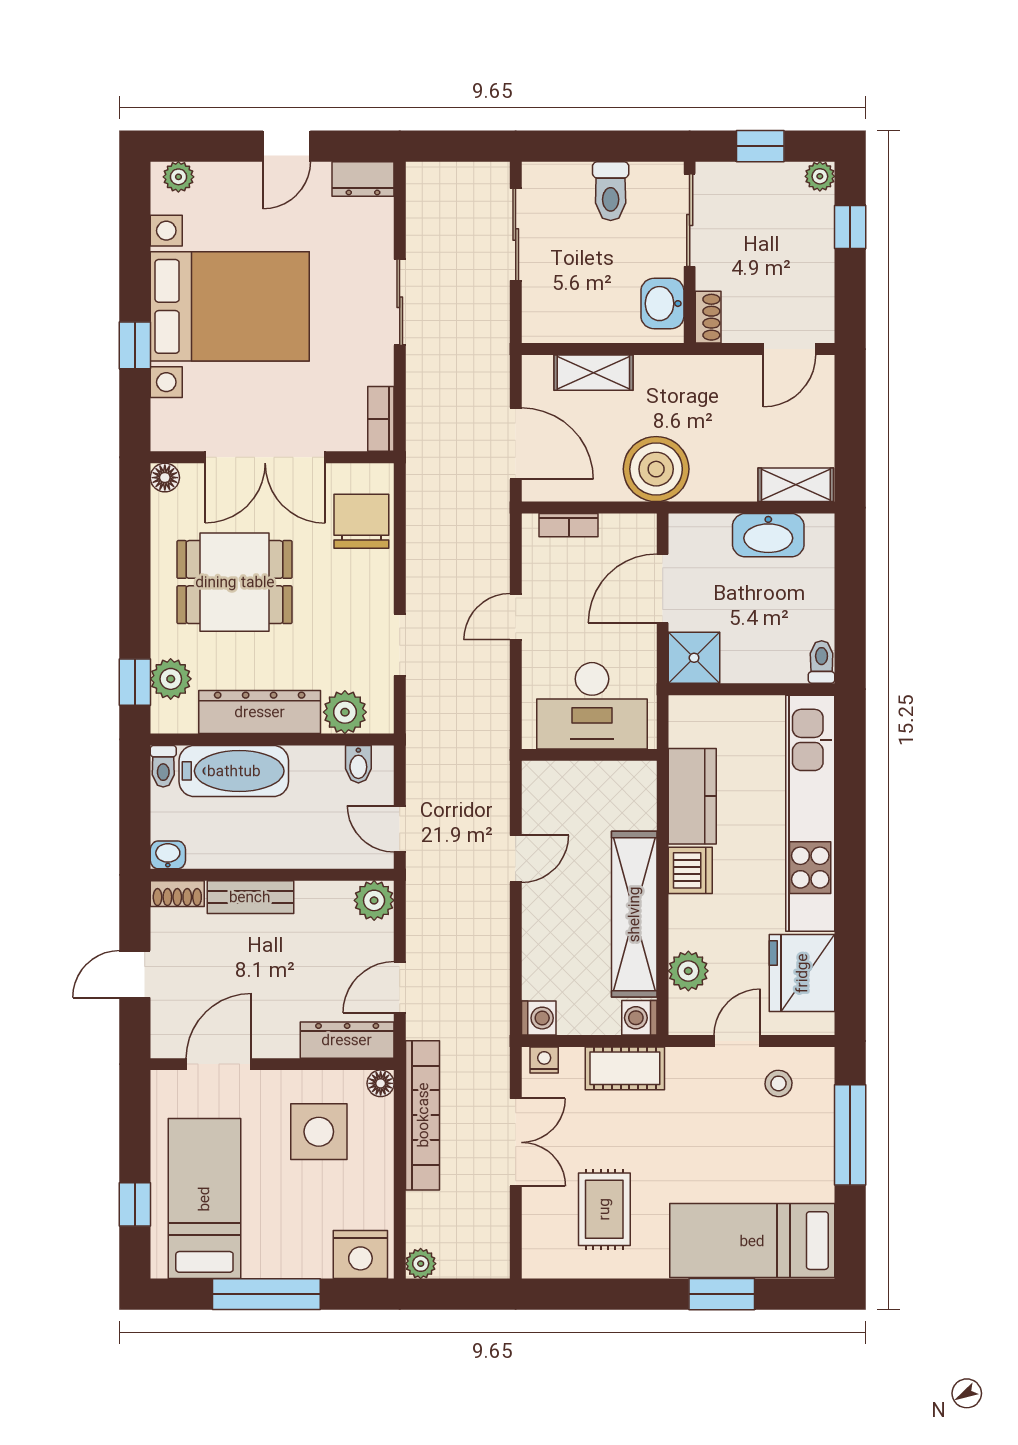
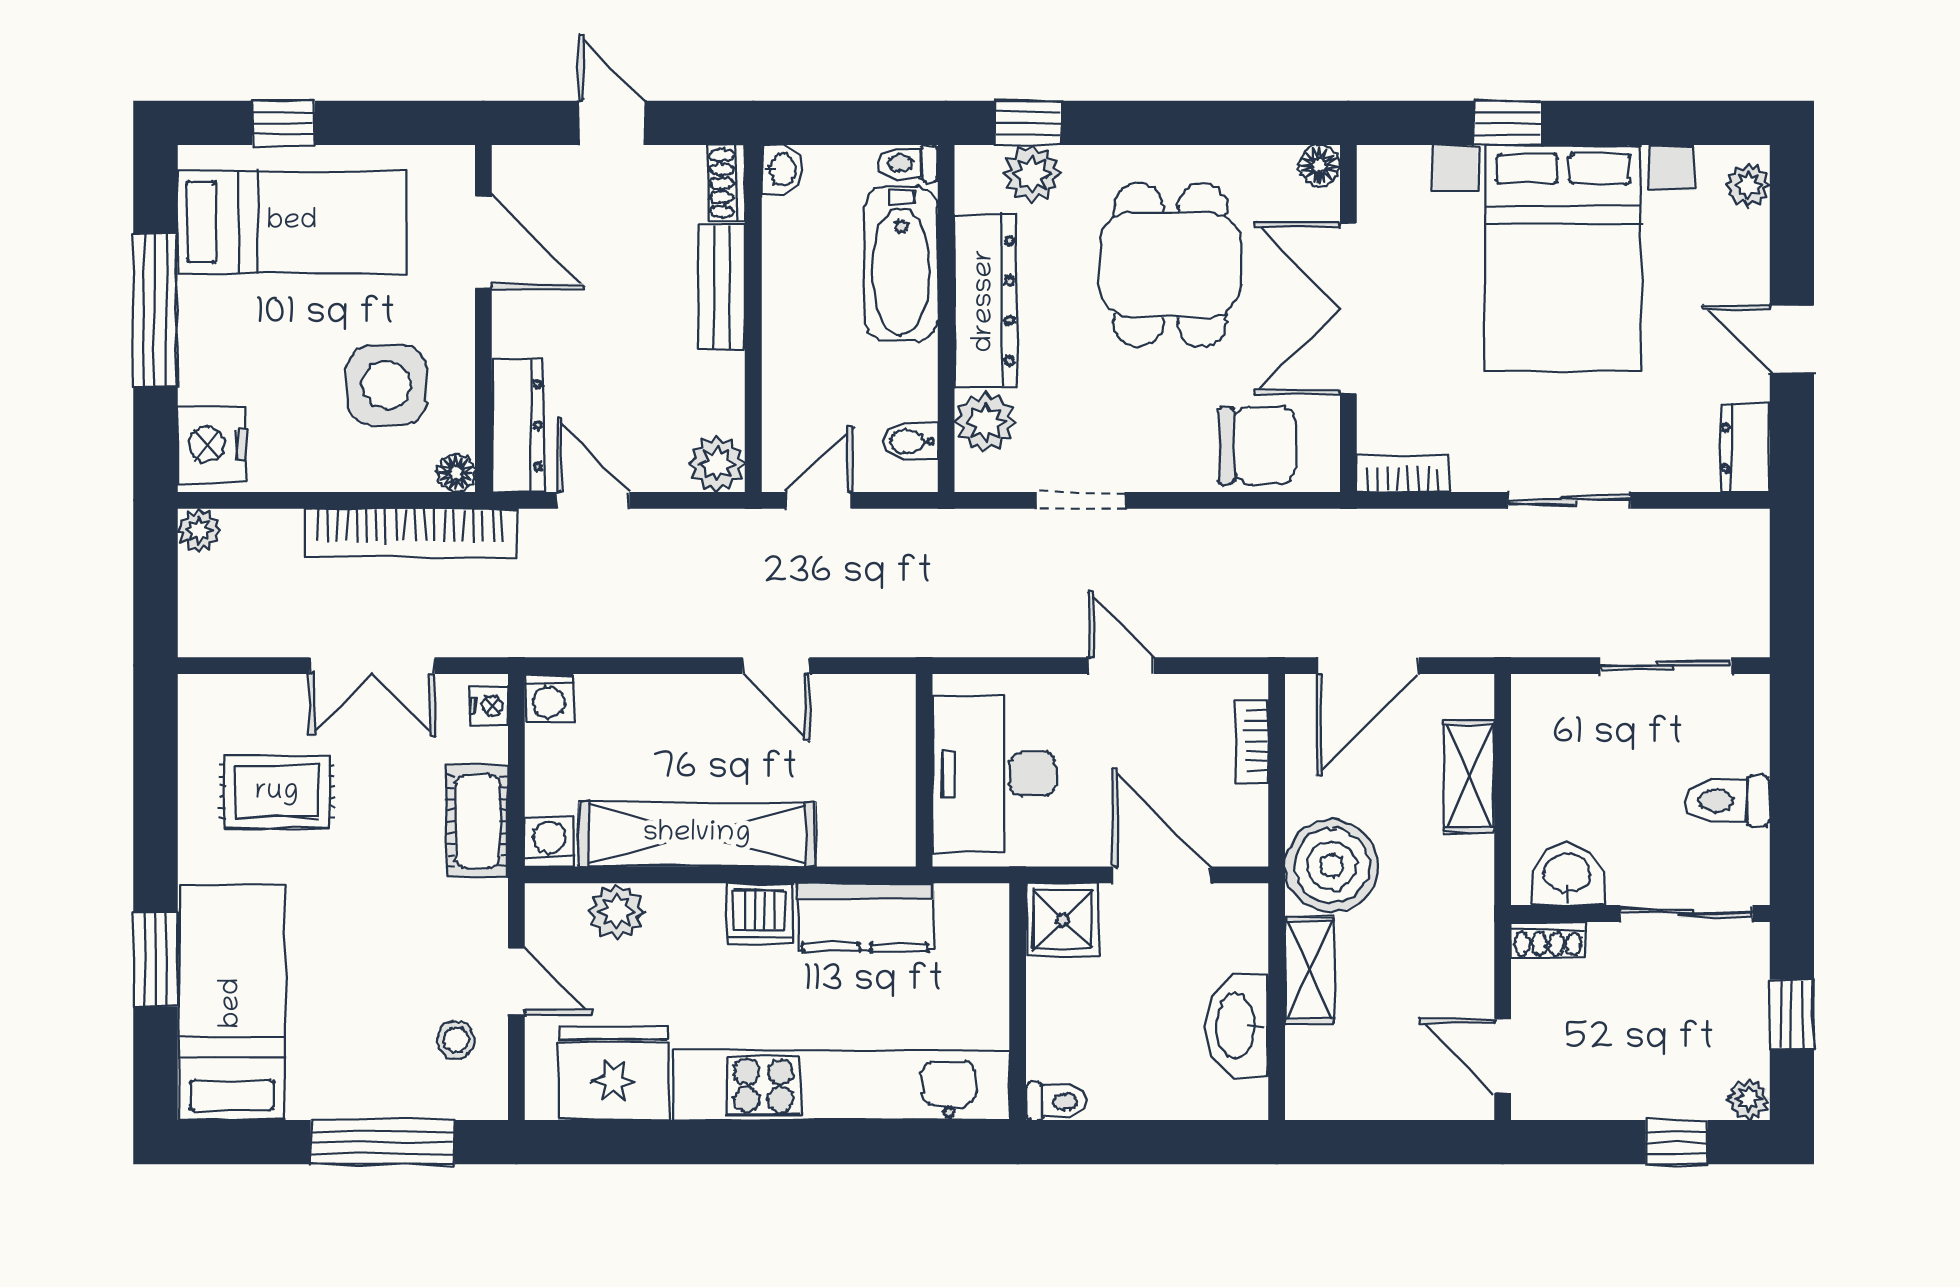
shelving: (796, 485) -> (1309, 970), moved

